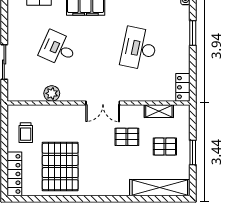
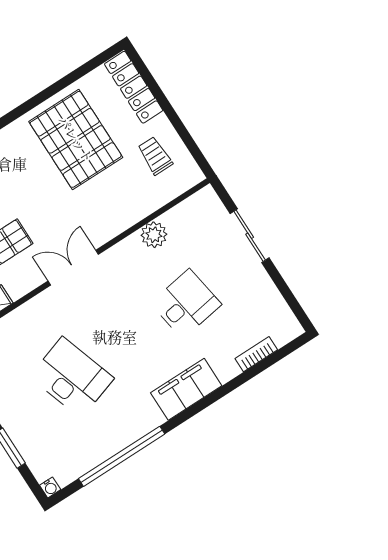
desk: (58, 49) -> (186, 304), turned -33
desk: (139, 49) -> (72, 377), turned -30

